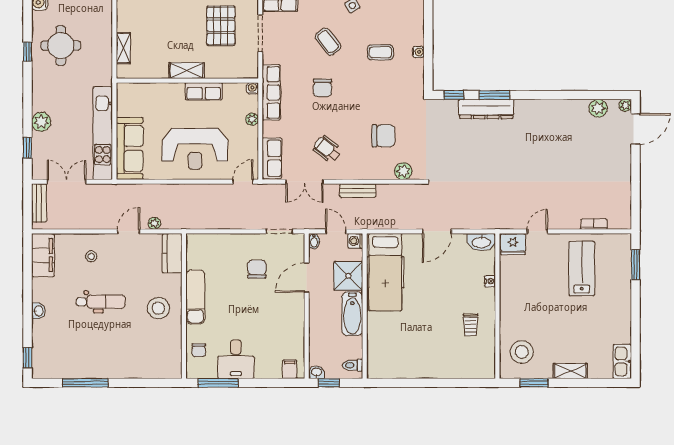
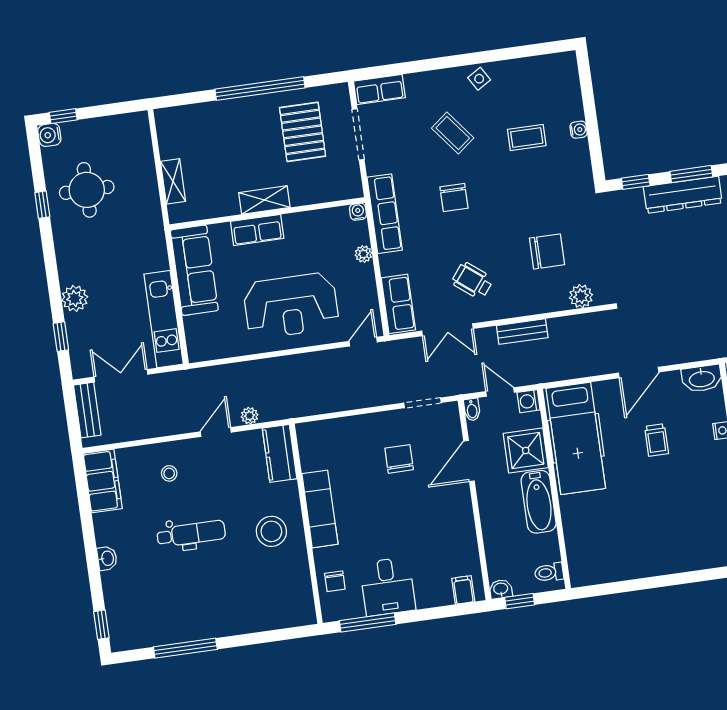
row of seats: (204, 91) -> (257, 230), moved
kitchen unit: (103, 133) -> (164, 319), width x0.73
sofa: (130, 148) -> (194, 270), moved
trolley: (471, 325) -> (656, 440), moved

